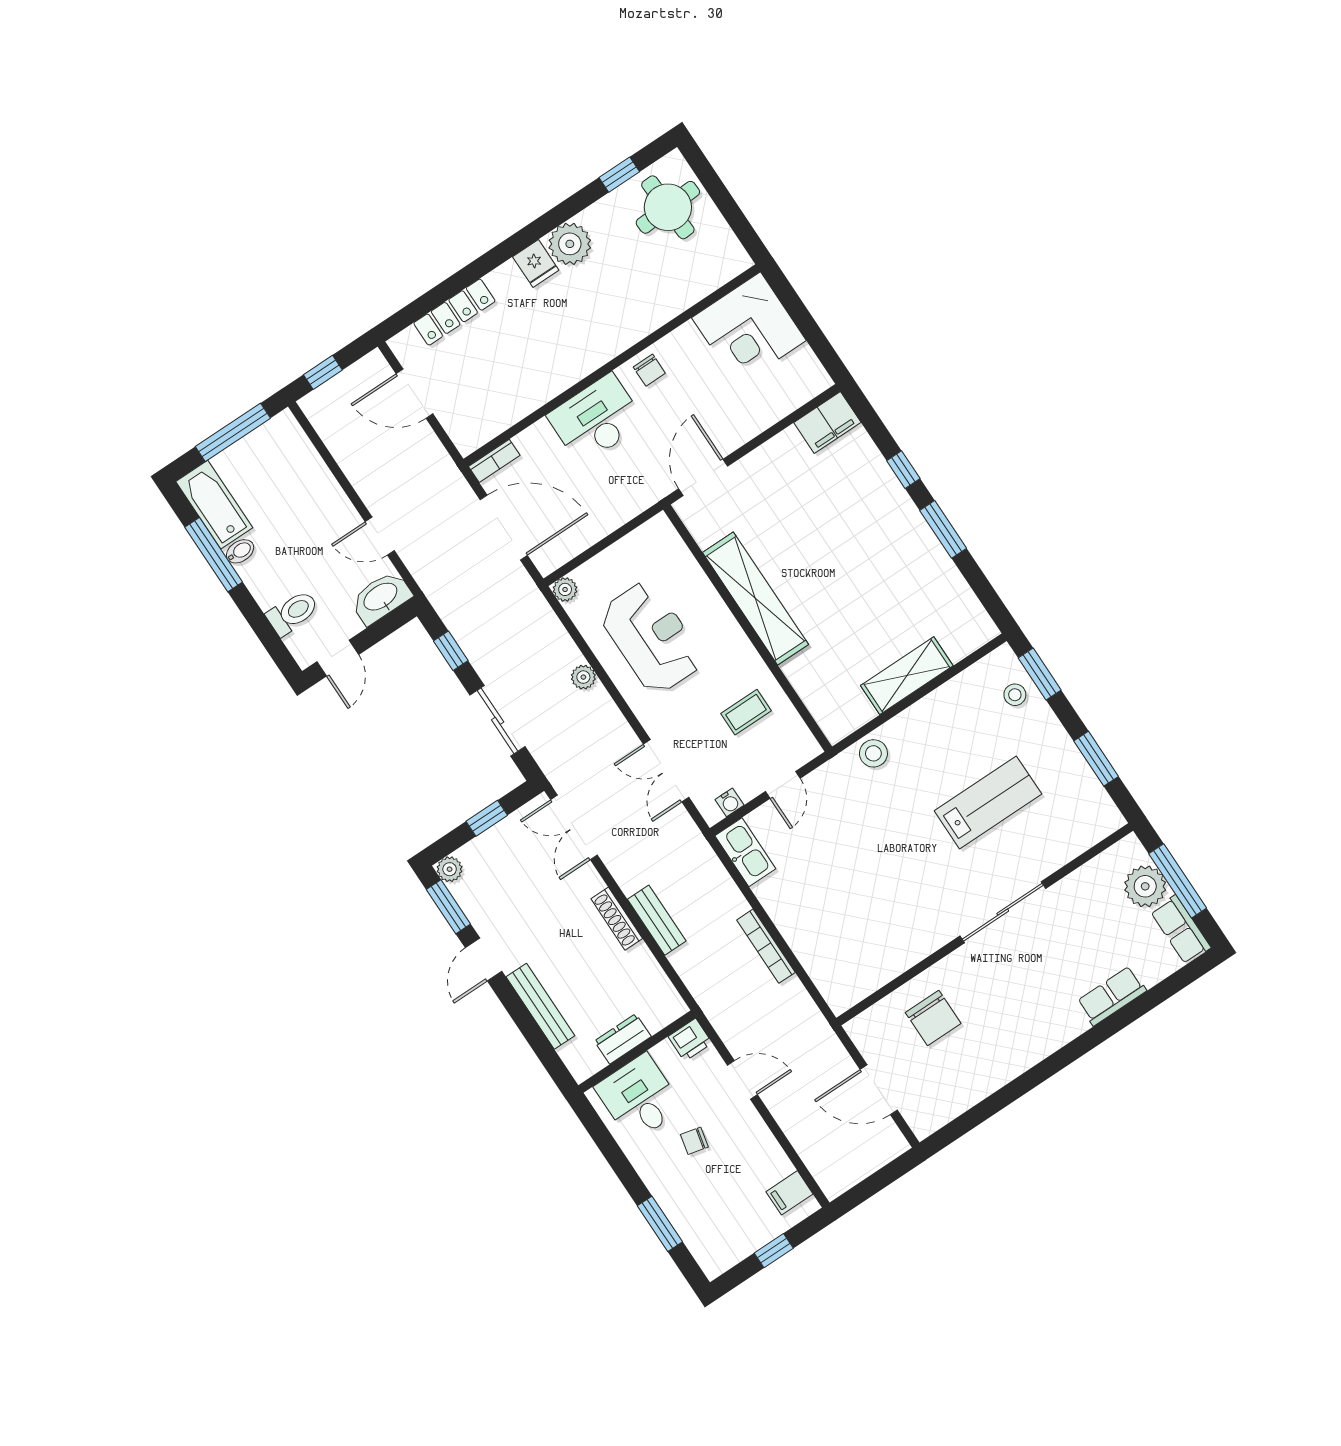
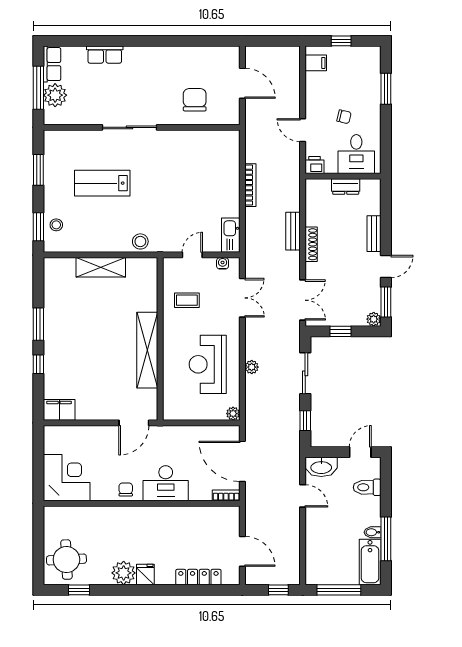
bench: (540, 1006) -> (374, 234), width x0.73

